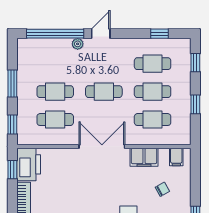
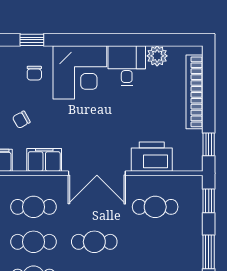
cafe table: (55, 92) -> (155, 242), removed
printer: (29, 164) -> (152, 157), moved, turned 90

